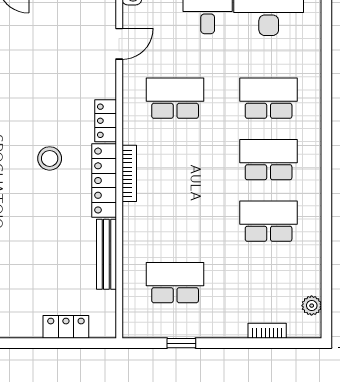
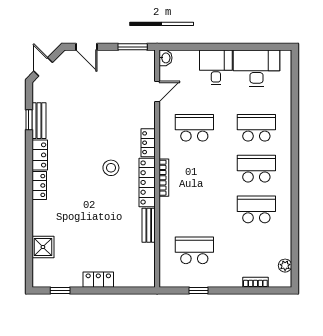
bench: (106, 254) -> (149, 225), width x0.73
locker: (66, 327) -> (98, 280), moved

